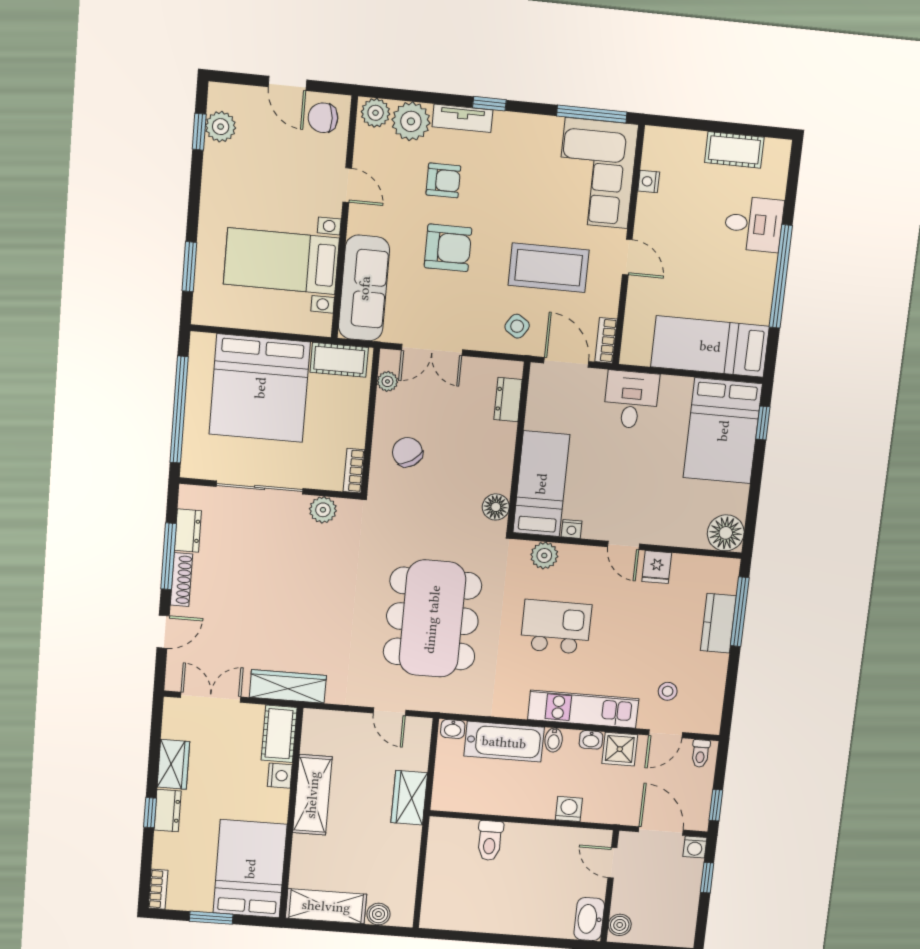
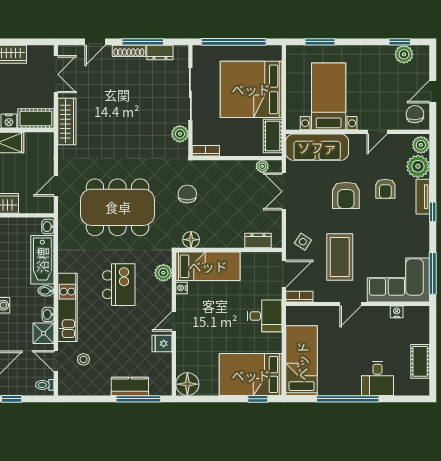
chair: (407, 452) -> (187, 194), moved, turned -57
door: (163, 632) -> (95, 42), hinge flipped

